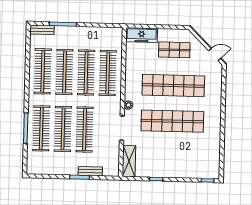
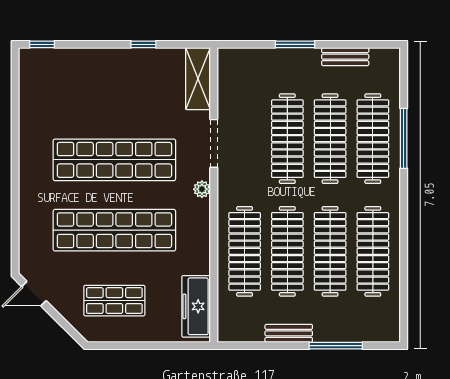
bench: (42, 30) -> (289, 333), moved
freezer: (142, 35) -> (196, 306), moved, turned -90
bench: (90, 171) -> (345, 57), moved

